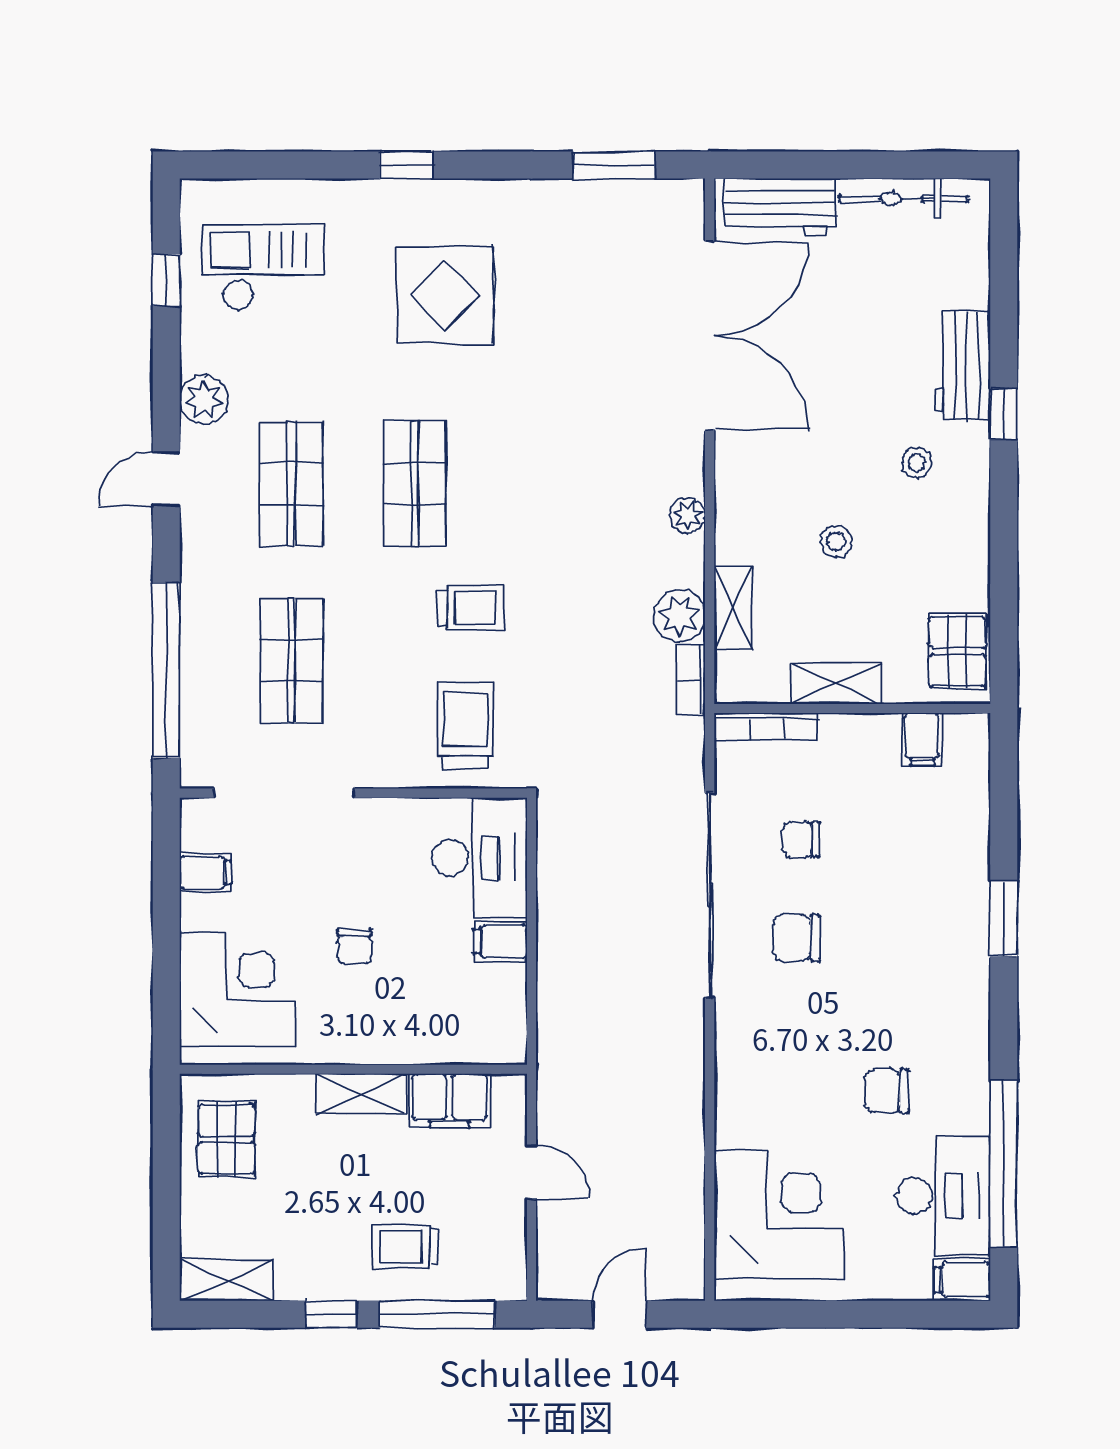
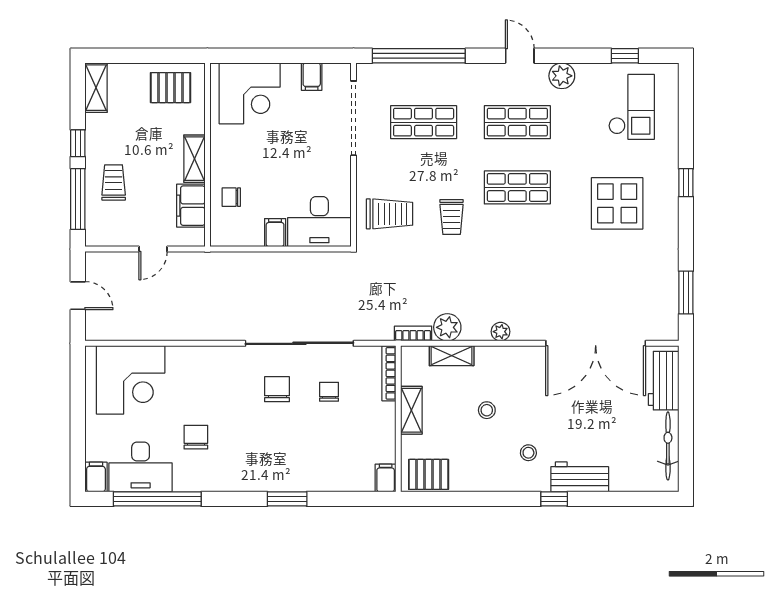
filing cabinet: (922, 739) -> (386, 478), moved, turned 90
chair: (354, 947) -> (231, 197), moved

